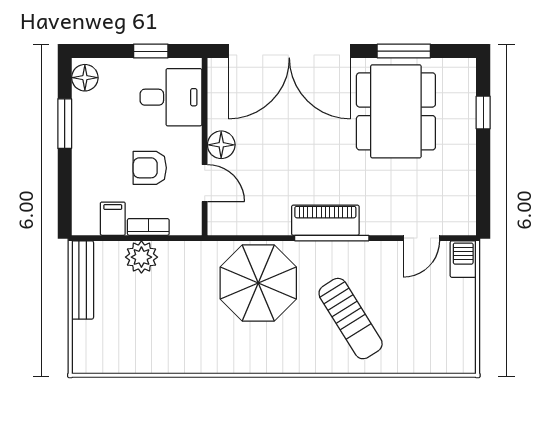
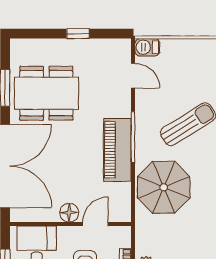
window: (483, 112) -> (78, 34), moved
piano: (325, 220) -> (117, 150), width x1.37, depth x1.33

